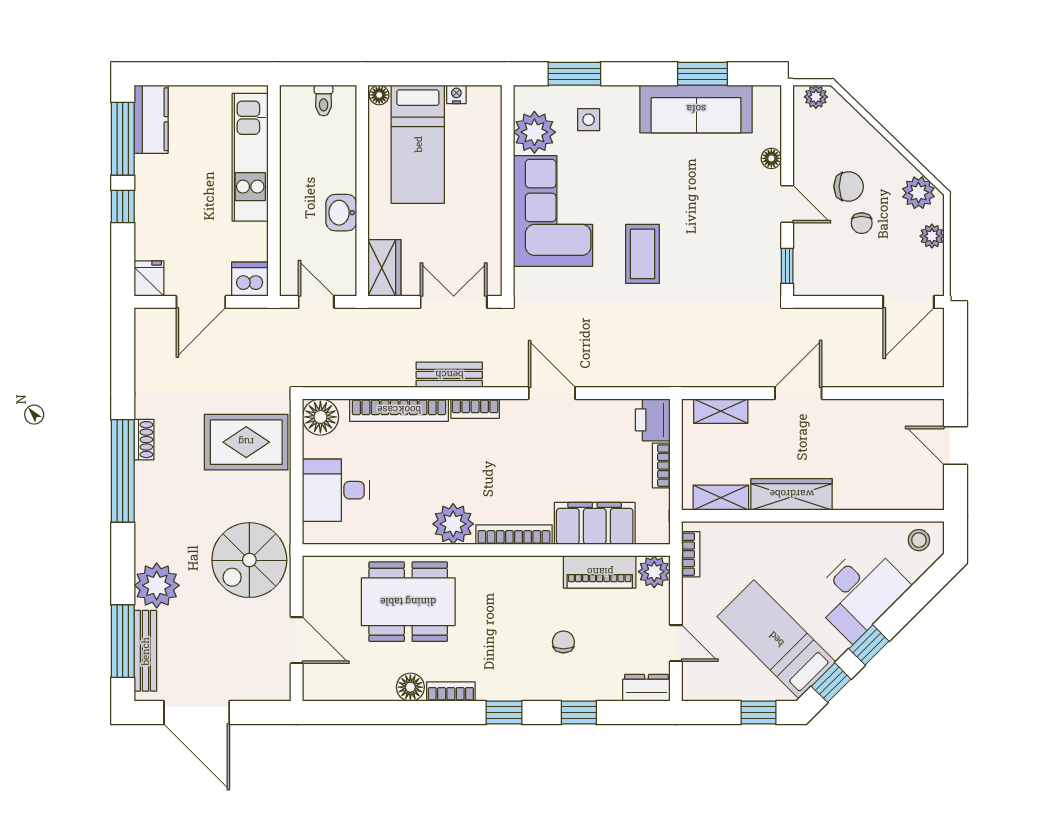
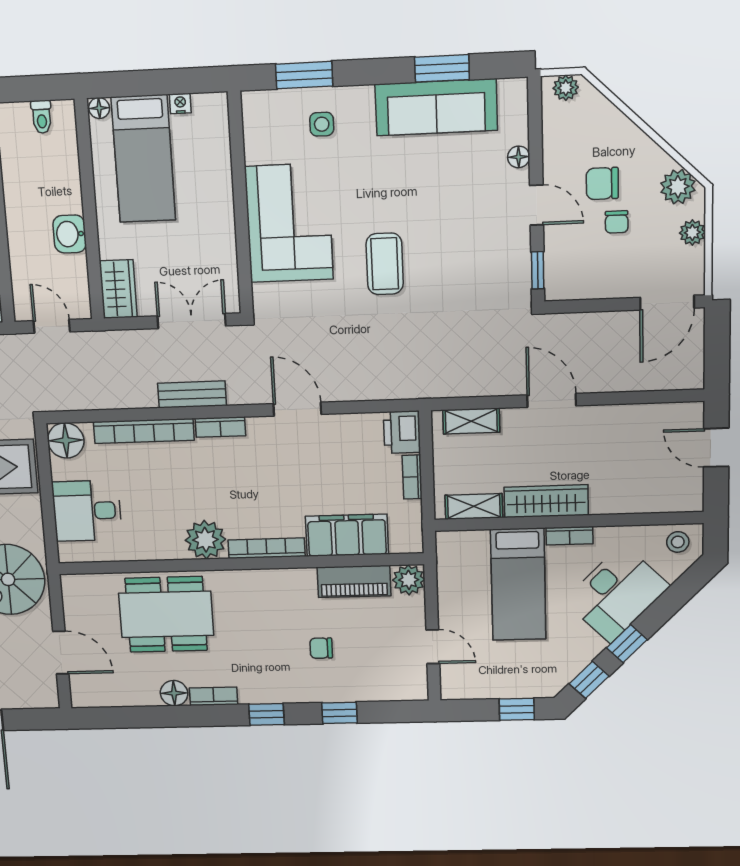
plant: (534, 132) -> (265, 140), removed
chair: (849, 186) -> (602, 183), turned 180
door: (798, 393) -> (552, 400), hinge flipped
bookcase: (691, 554) -> (570, 536), moved, turned 90
bed: (776, 639) -> (518, 584), moved, turned -135
chair: (563, 642) -> (321, 648), turned -90
dresser: (646, 688) -> (405, 689), removed

